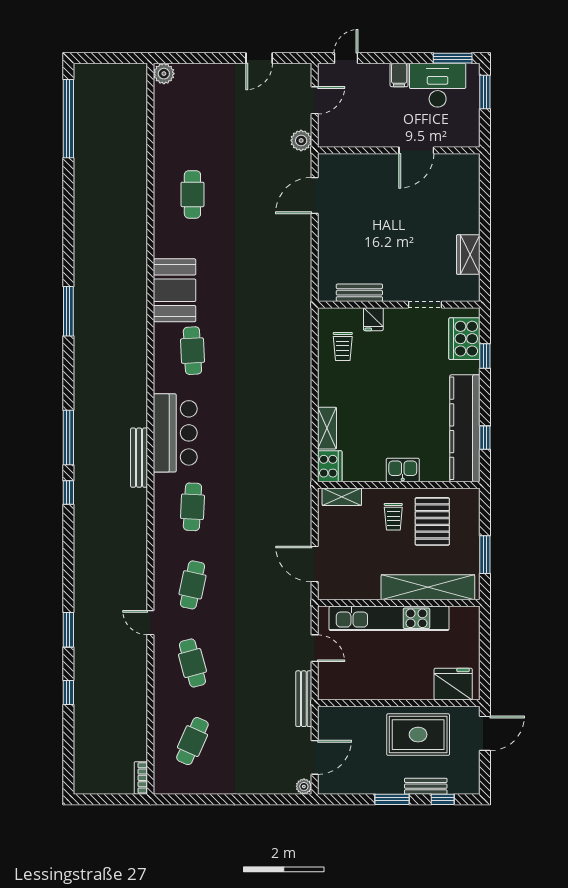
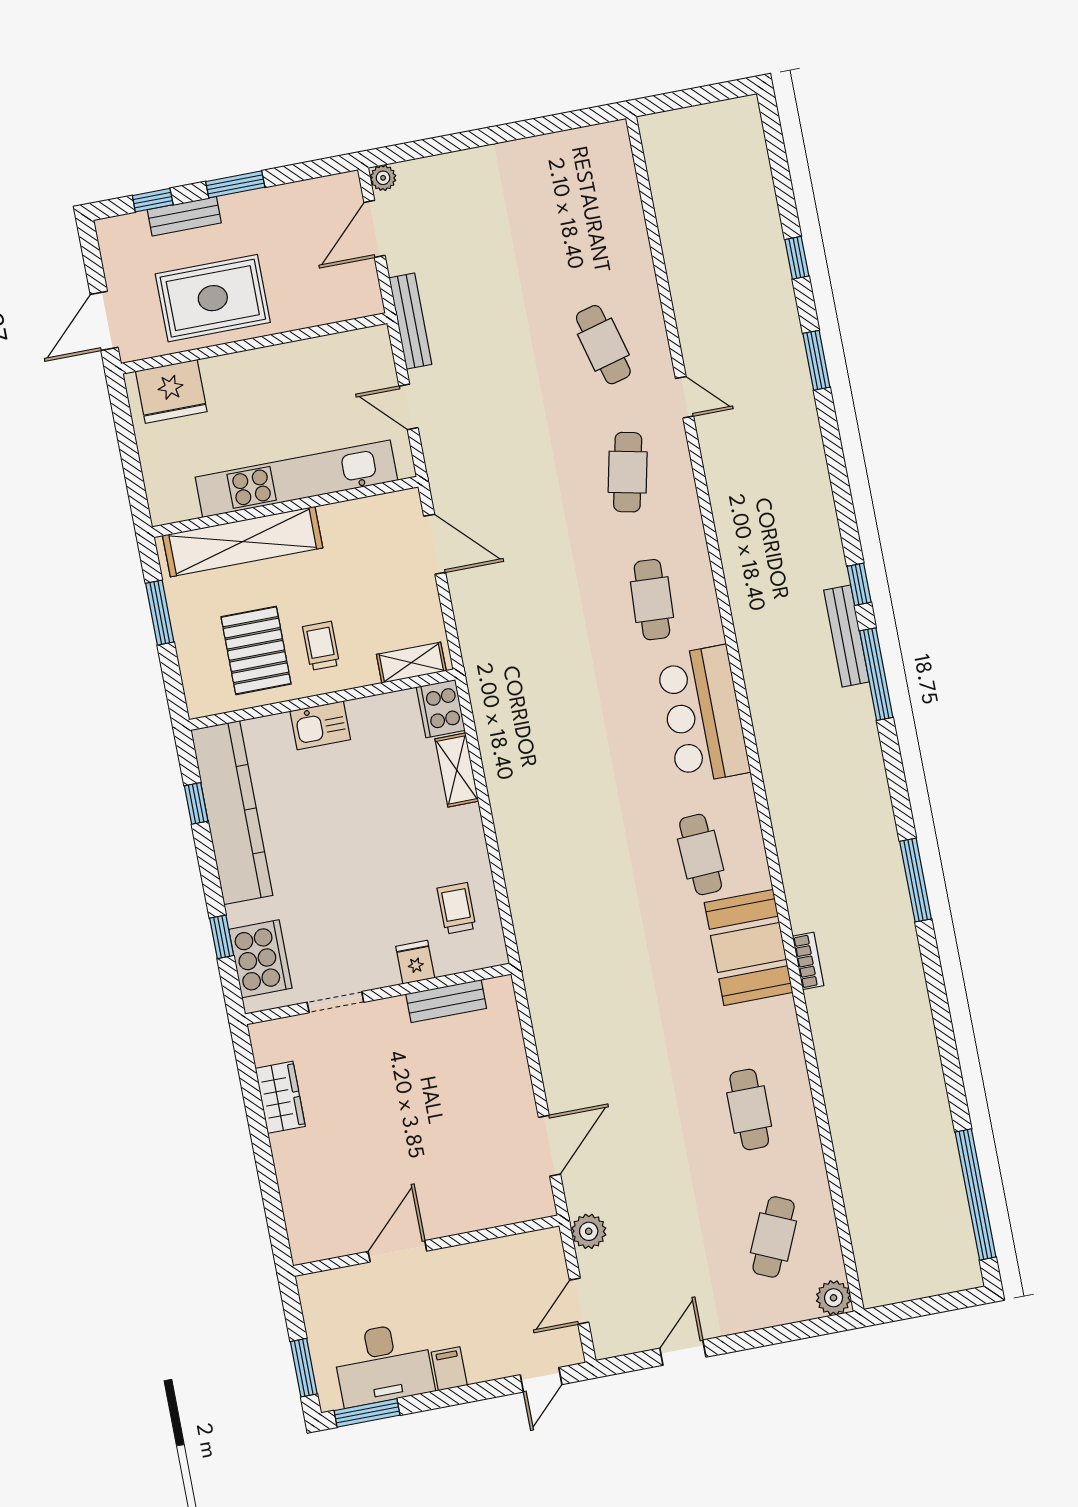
bench: (139, 458) -> (846, 636), moved
cafe table: (192, 741) -> (774, 1237), moved
bookcase: (141, 778) -> (808, 961), moved

